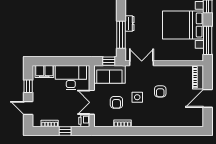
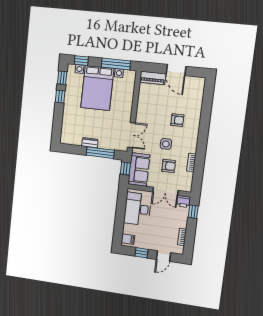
double door: (142, 63) -> (131, 135), swing flipped
filing cabinet: (44, 71) -> (128, 239), width x0.50
armchair: (160, 91) -> (177, 120), moved
window: (65, 131) -> (193, 212), moved

